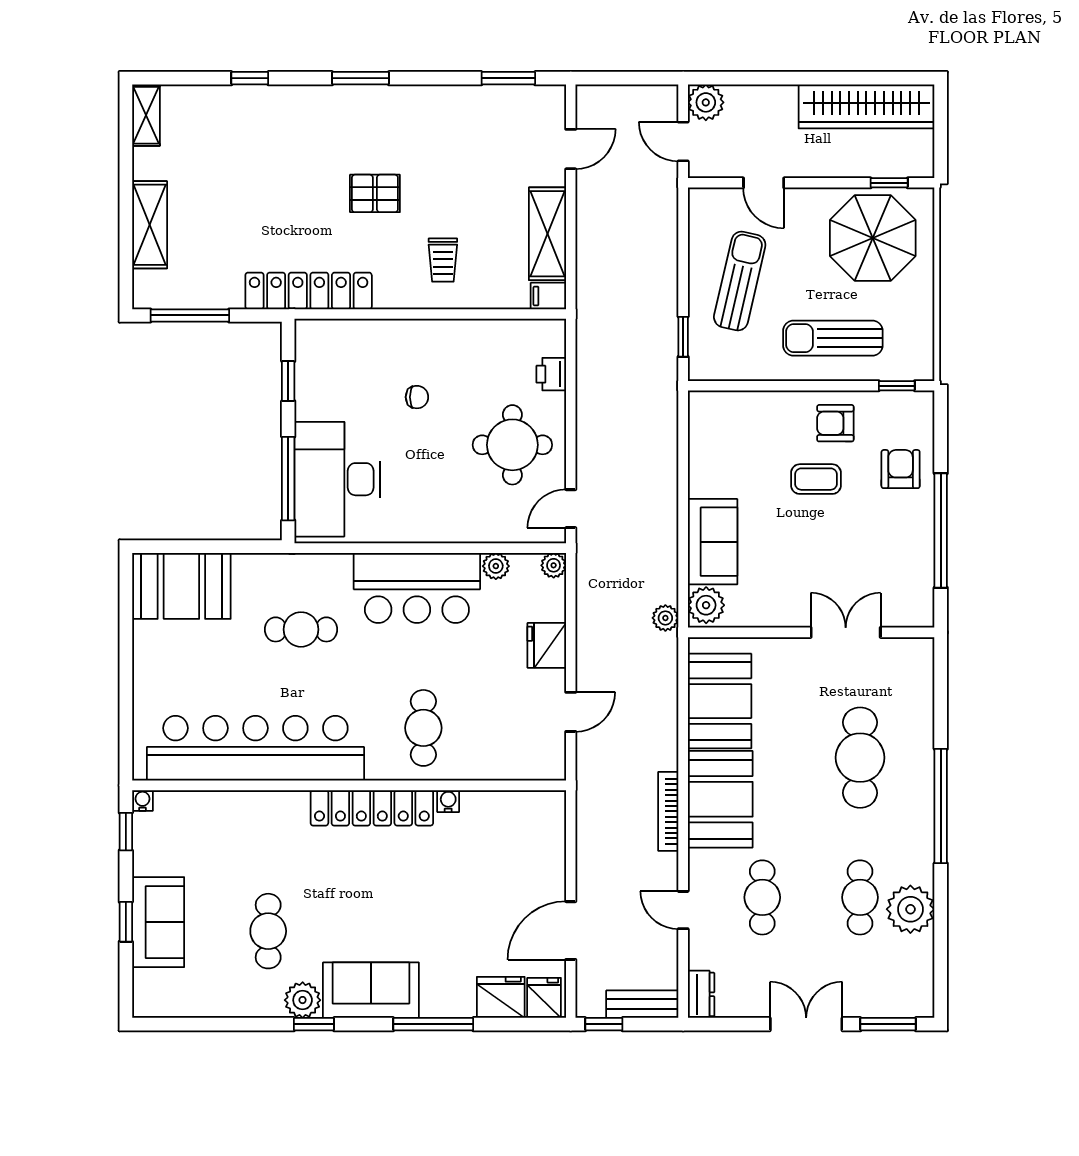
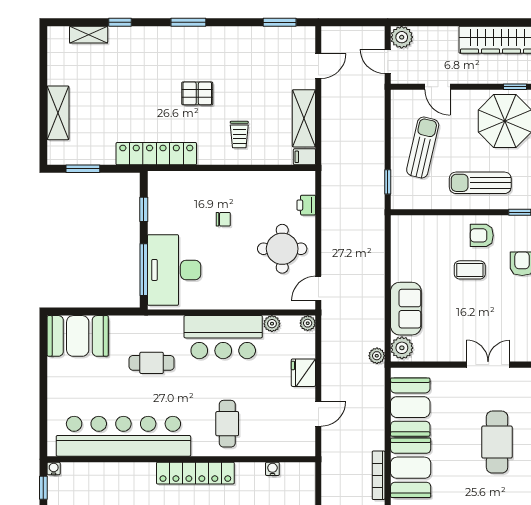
shelving: (146, 115) -> (89, 35), moved, turned 90
window: (190, 315) -> (83, 169), width x0.69
water cooler: (448, 801) -> (272, 469), moved

